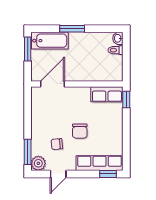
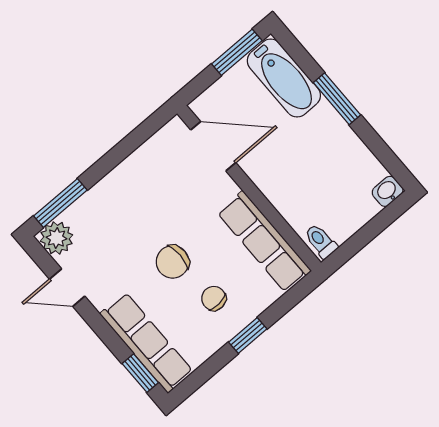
toilet: (115, 50) -> (321, 241), moved
row of seats: (107, 94) -> (264, 242), width x1.48
window: (126, 99) -> (248, 335), moved
chair: (57, 144) -> (214, 298), moved

